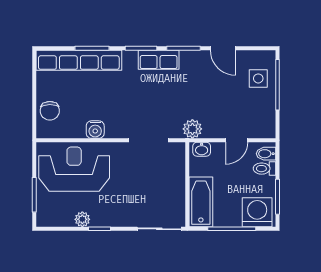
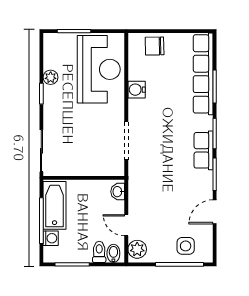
plant: (192, 129) -> (137, 249), moved
bathtub: (201, 202) -> (55, 205), moved, turned -90
washing machine: (257, 212) -> (51, 238), width x0.53, depth x0.53

